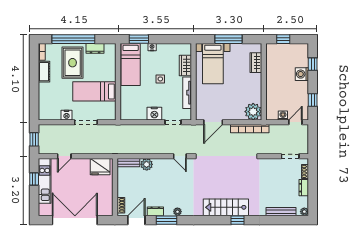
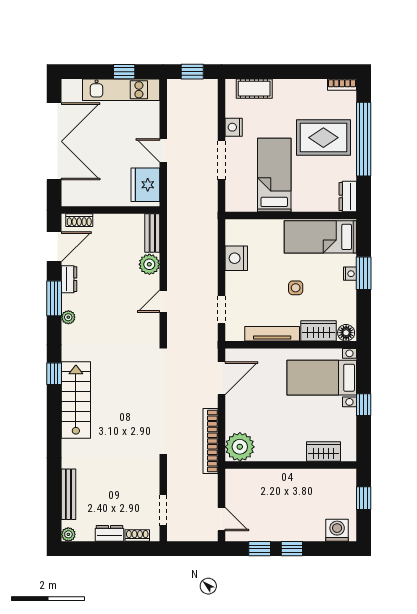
window: (139, 39) -> (364, 273), moved
window: (229, 39) -> (364, 405), width x0.46
dresser: (95, 48) -> (348, 196), moved
floor lamp: (187, 49) -> (346, 333), added
window: (313, 64) -> (292, 549), moved
cot: (44, 72) -> (254, 89), moved
washing machine: (302, 74) -> (337, 530), moved
nightstand: (154, 114) -> (236, 258), moved
washing machine: (283, 115) -> (233, 498), removed
door: (213, 122) -> (222, 378), swing flipped
door: (64, 156) -> (163, 150), moved
door: (180, 156) -> (163, 301), moved
door: (136, 220) -> (54, 247), hinge flipped
window: (237, 220) -> (54, 374), moved

